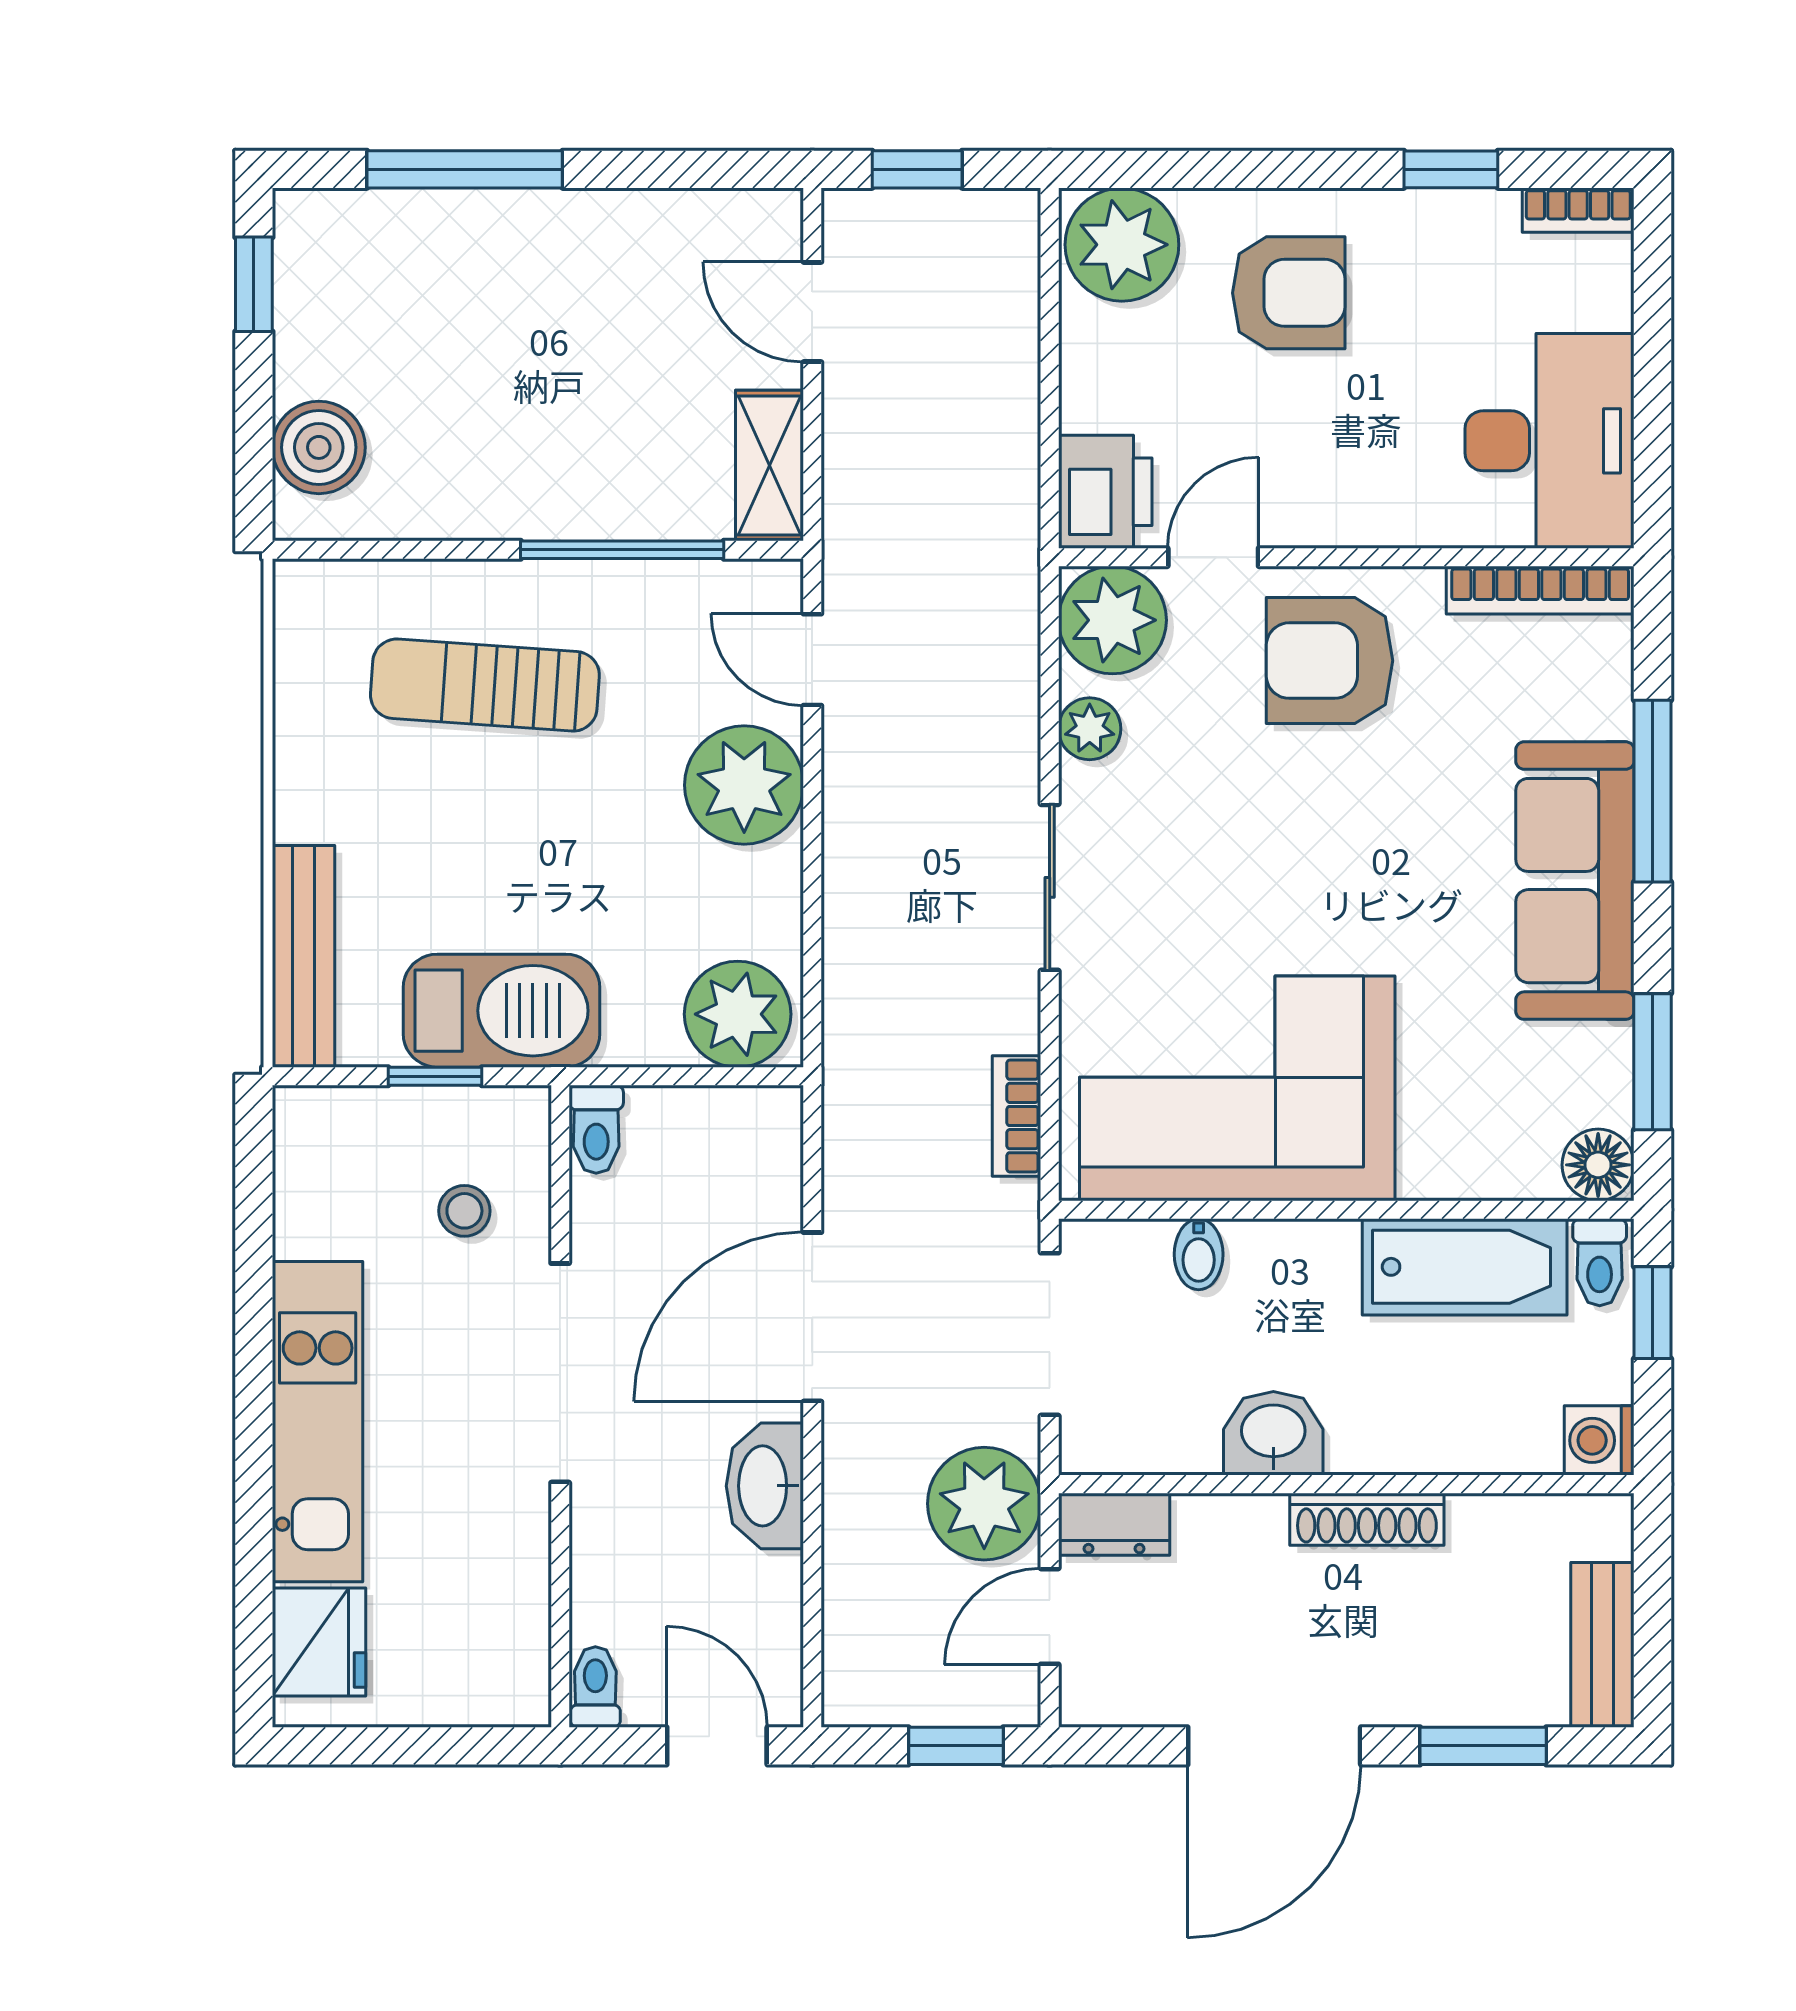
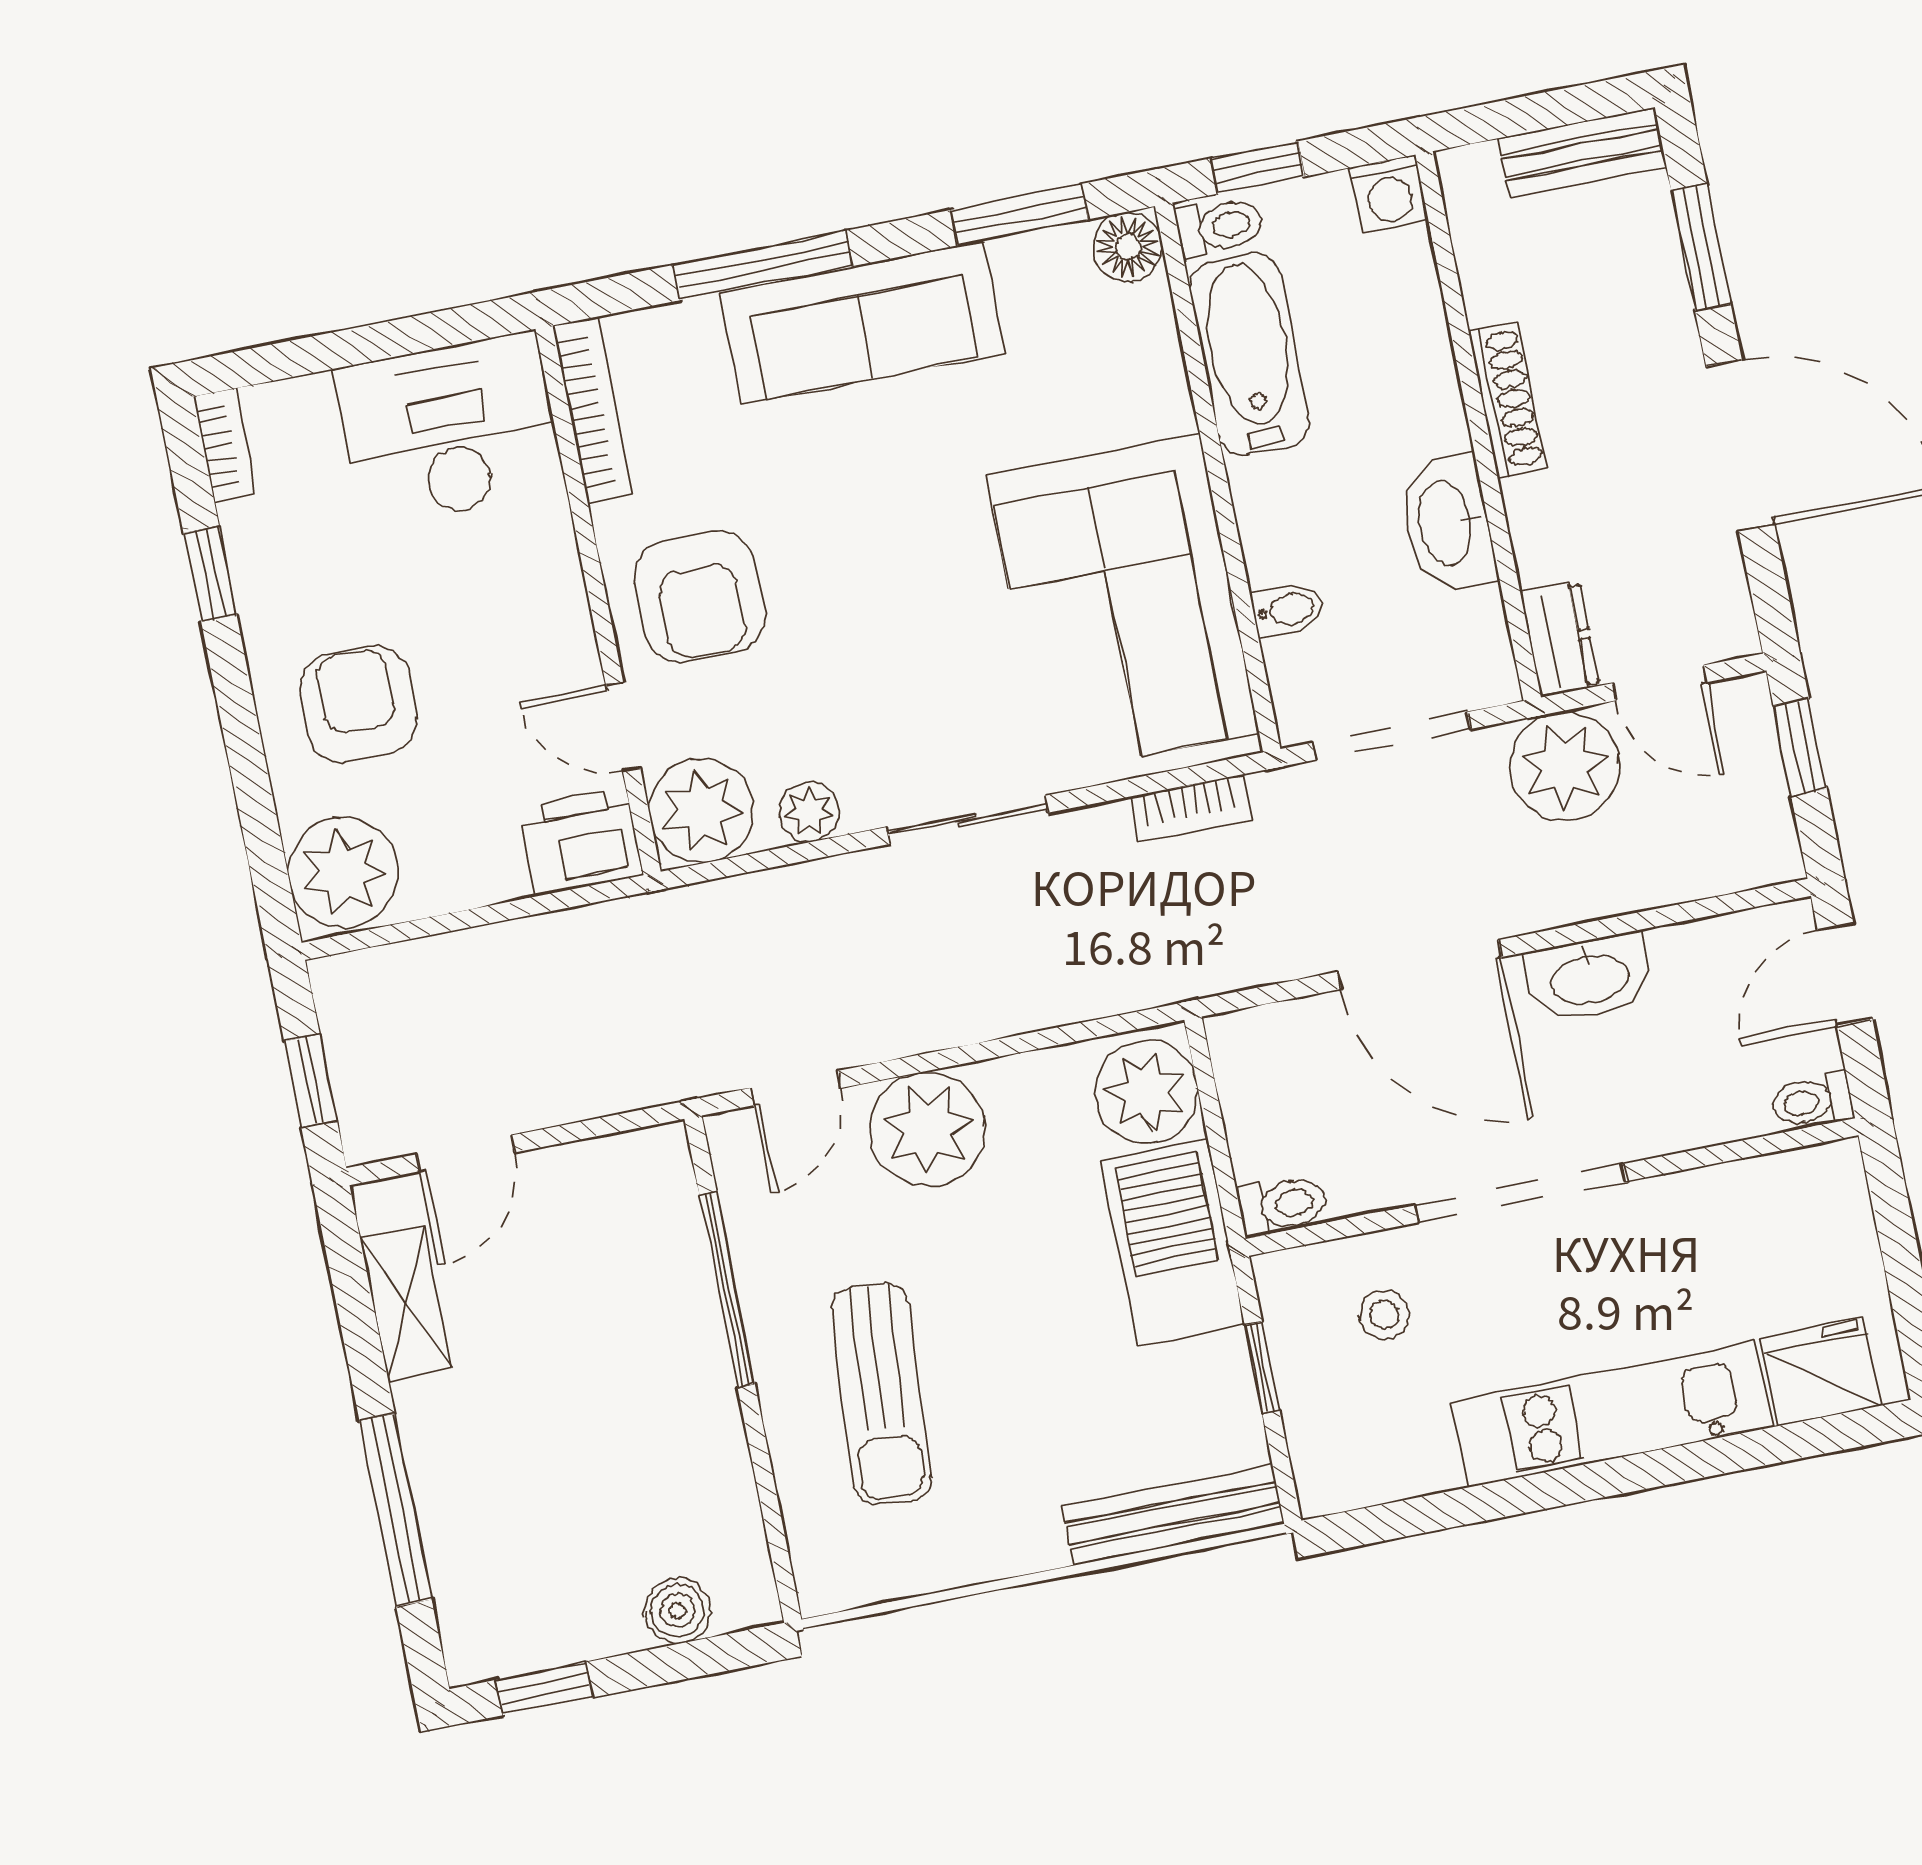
boiler: (319, 447) -> (678, 1611), width x0.73, depth x0.73
shelving: (770, 466) -> (406, 1304), moved, turned 90
barbecue: (502, 1011) -> (1173, 1242), moved
washbasin: (1273, 1433) -> (1447, 523), width x1.38

